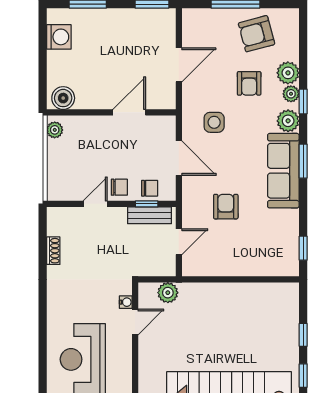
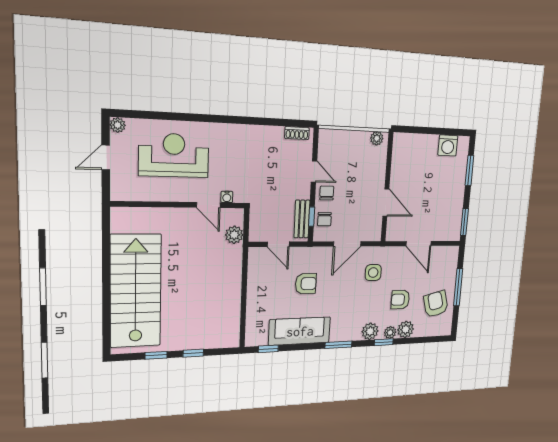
boiler: (63, 98) -> (401, 147), removed
sofa: (283, 171) -> (300, 331), moved
chair: (119, 187) -> (327, 193), turned 180
shoe rack: (53, 251) -> (297, 133), moved

